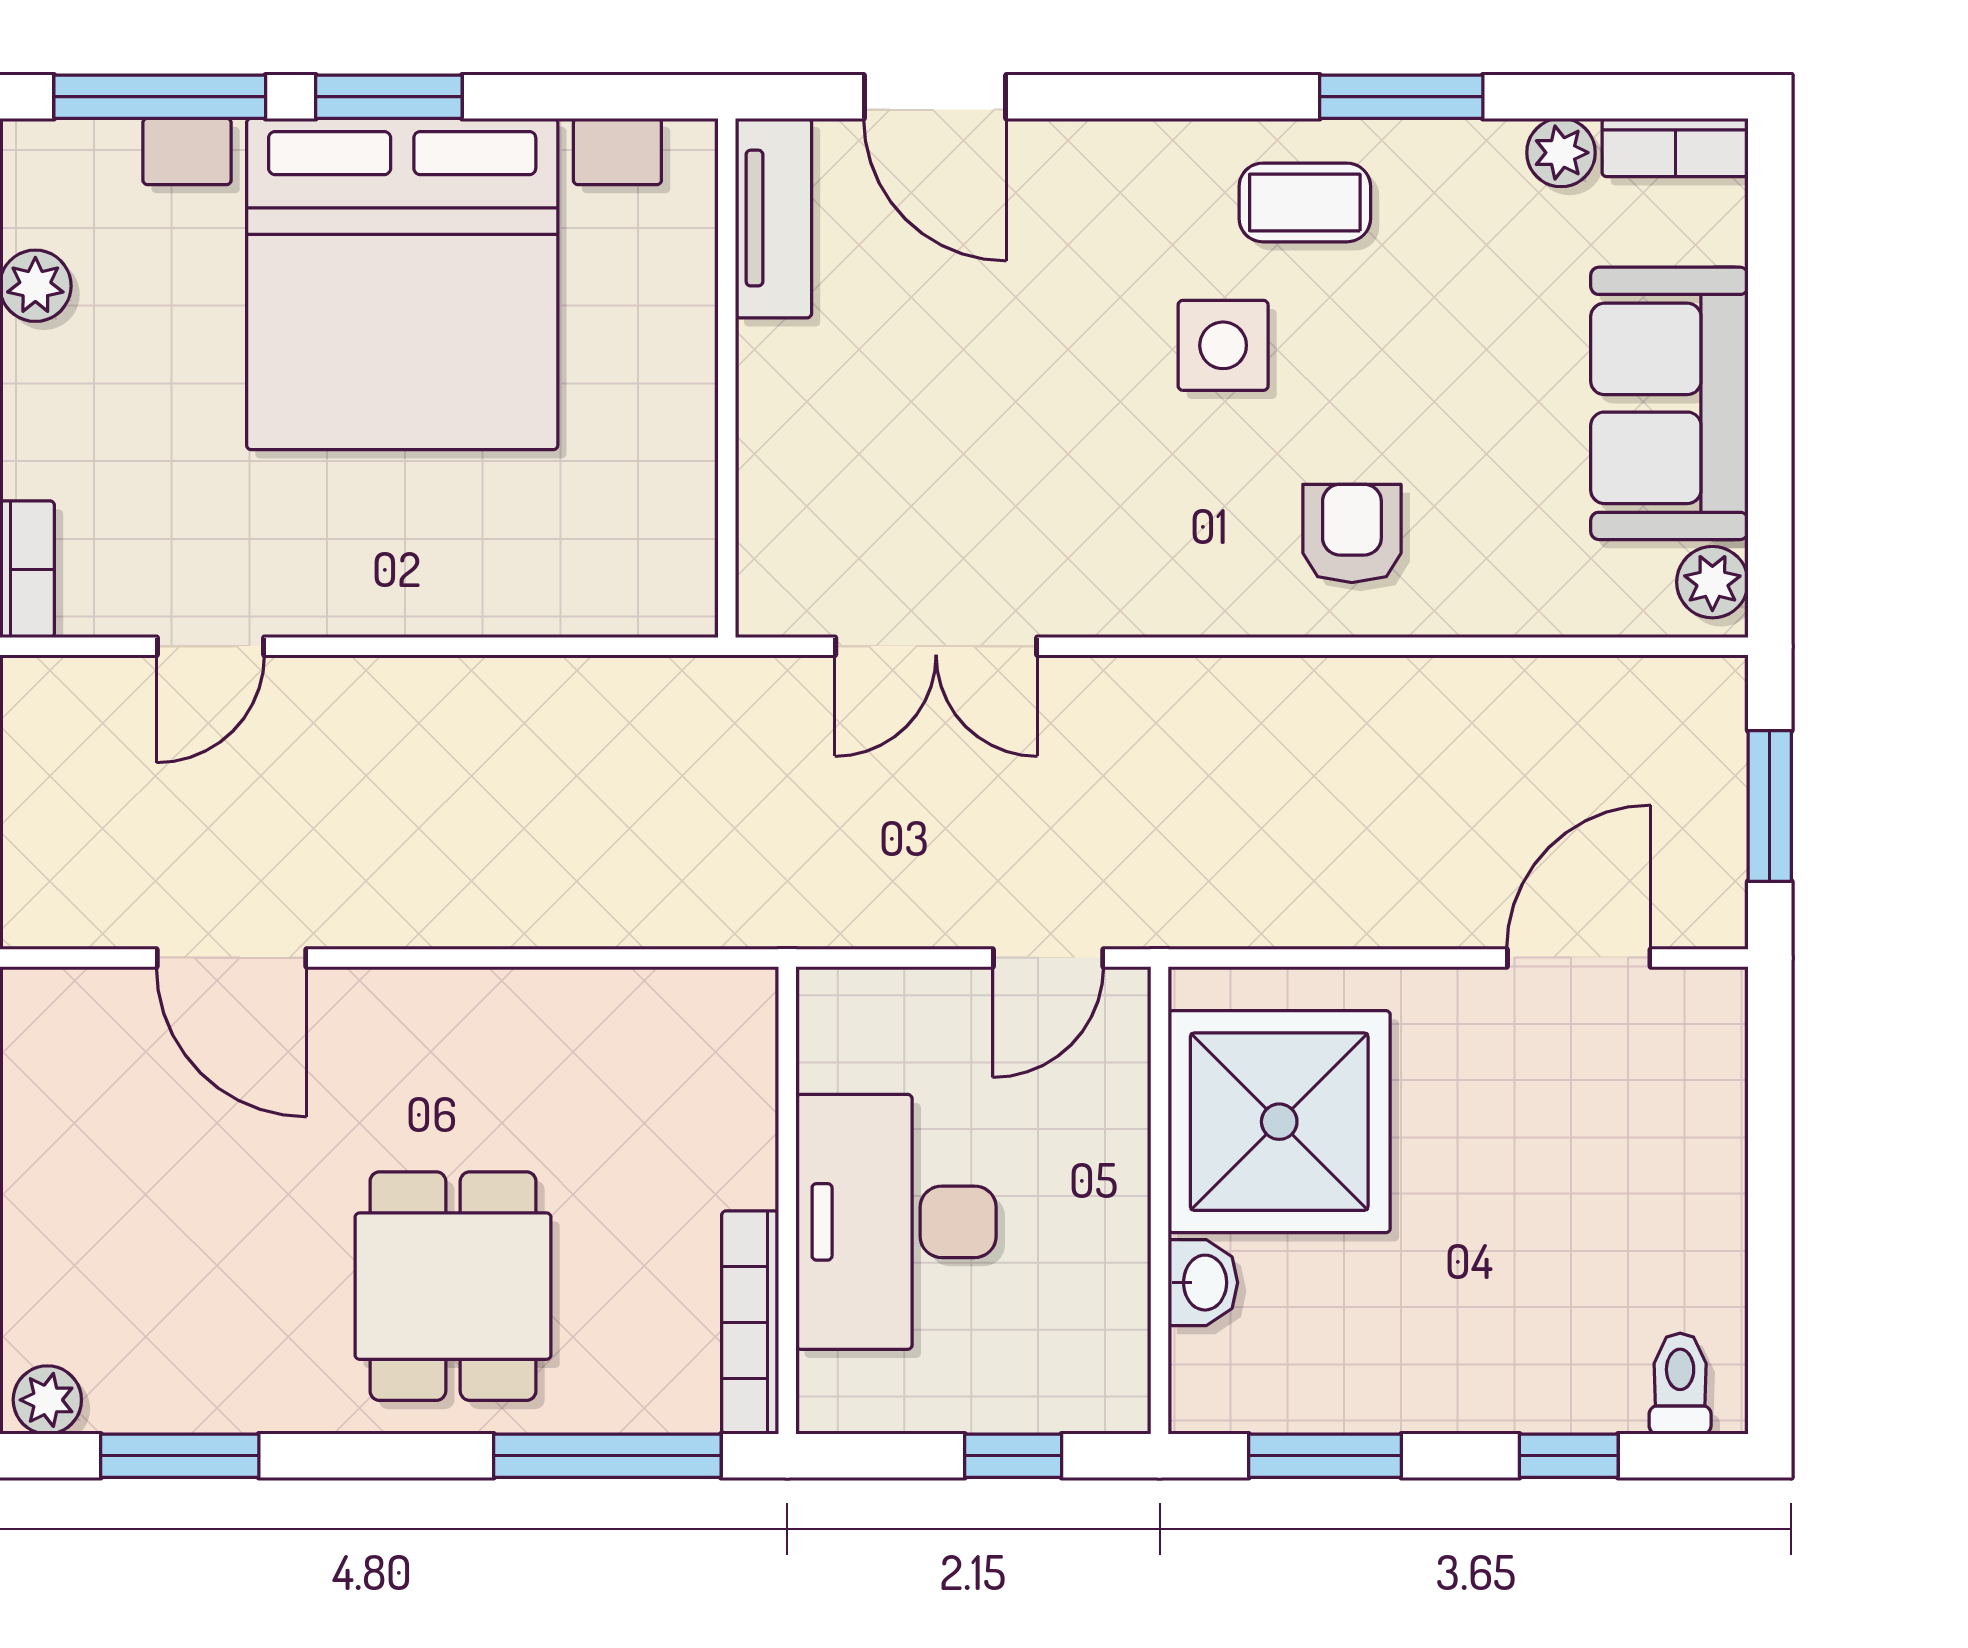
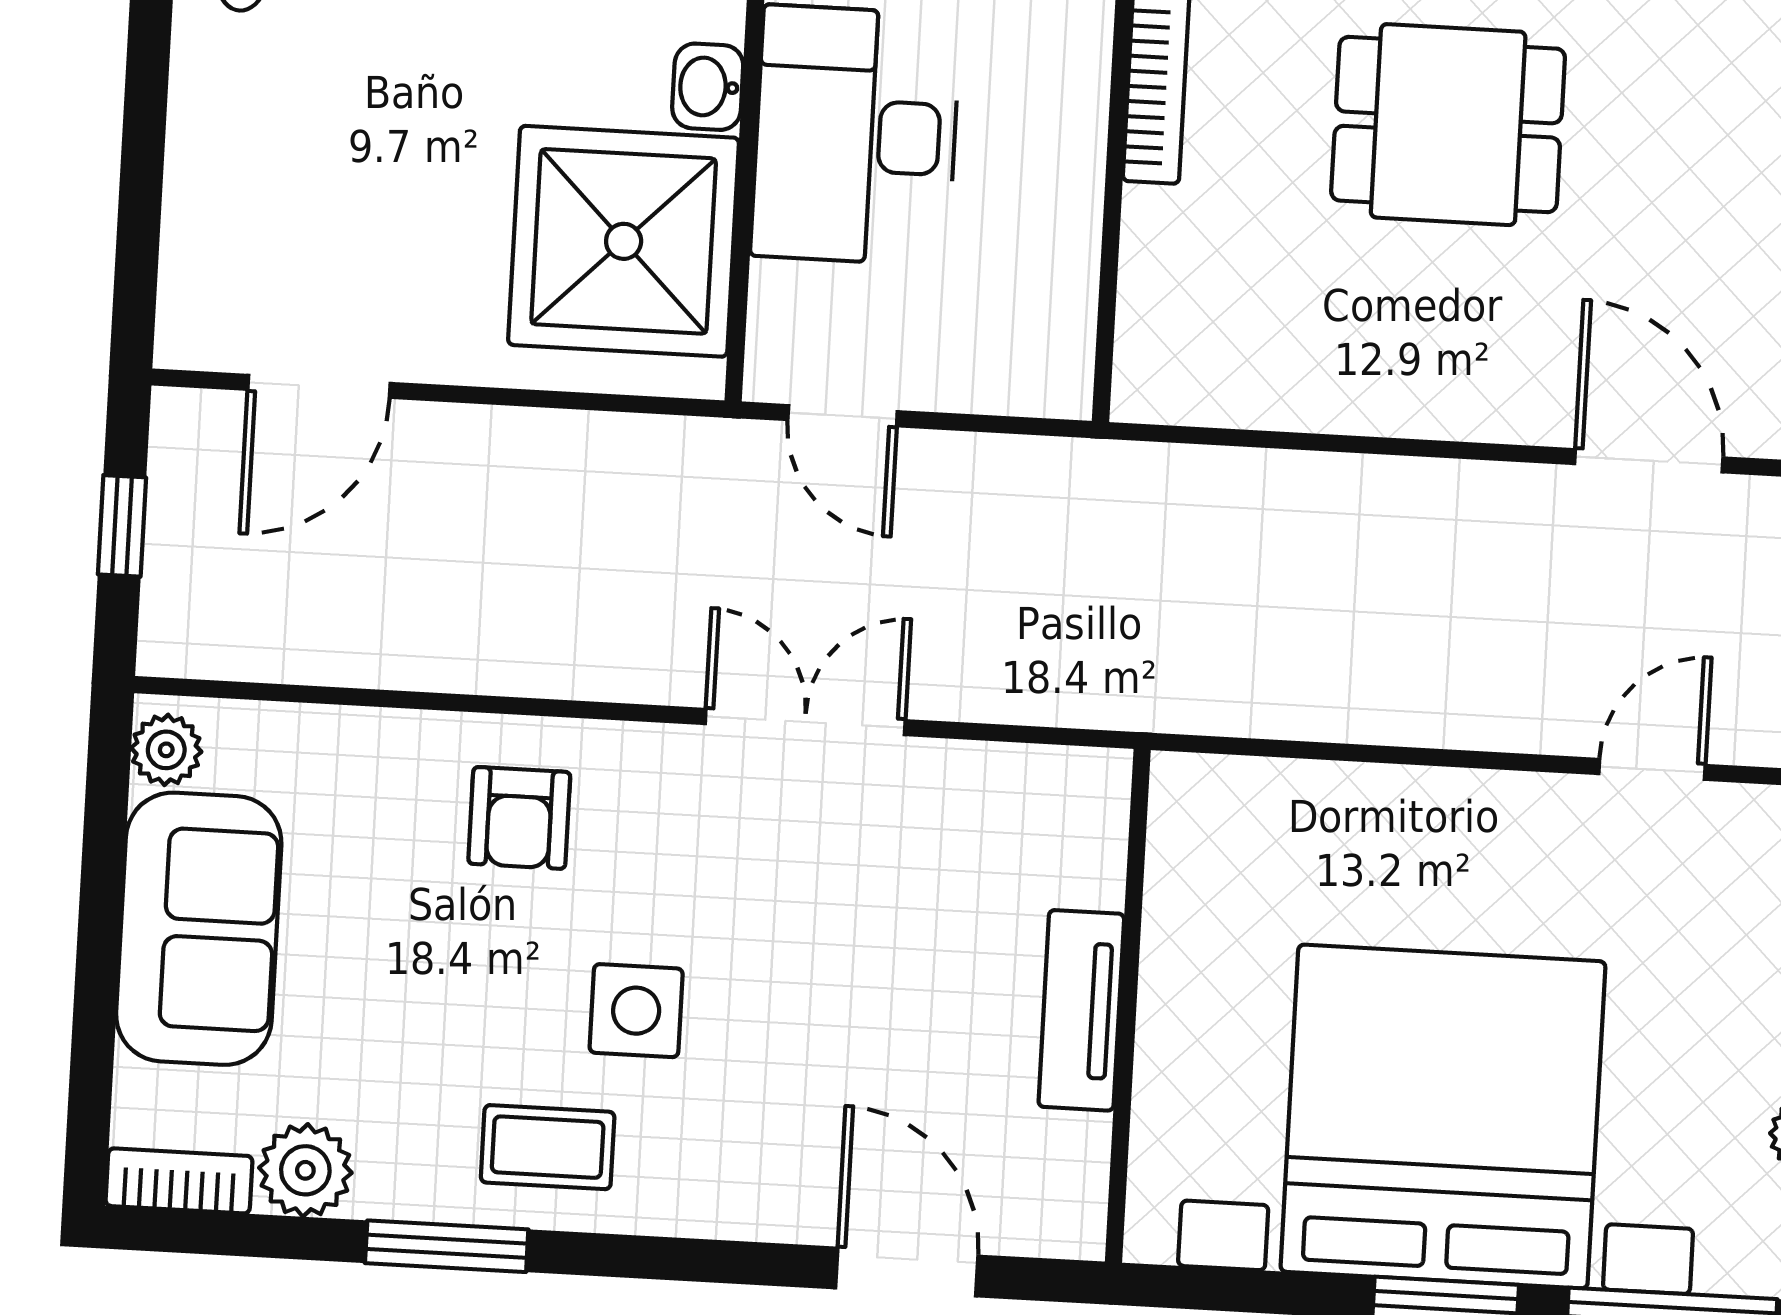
plant: (1561, 153) -> (305, 1170), width x1.38, depth x1.38
tv unit: (773, 218) -> (1081, 1010), moved
double door: (936, 646) -> (805, 722), moved
window: (1770, 806) -> (122, 526), width x0.67
door: (1048, 958) -> (843, 416), swing flipped
desk: (896, 1222) -> (856, 135), moved, turned 180
dining table: (453, 1286) -> (1448, 125), turned 90

